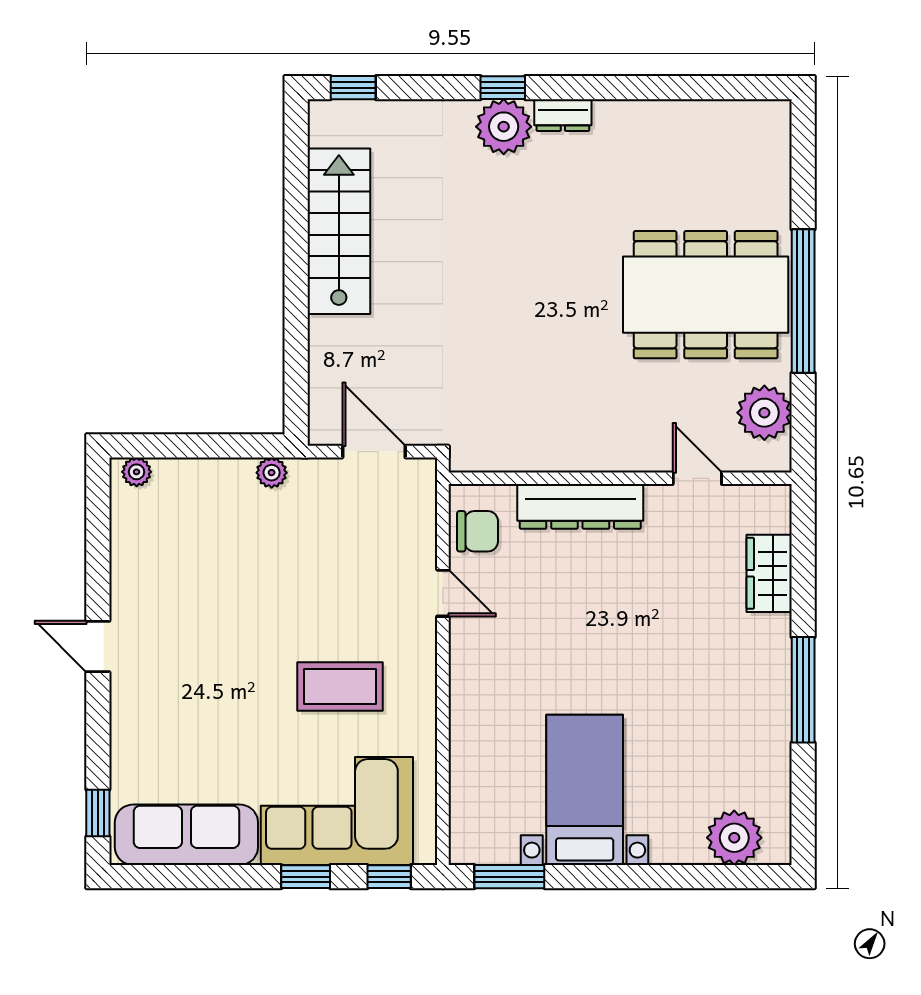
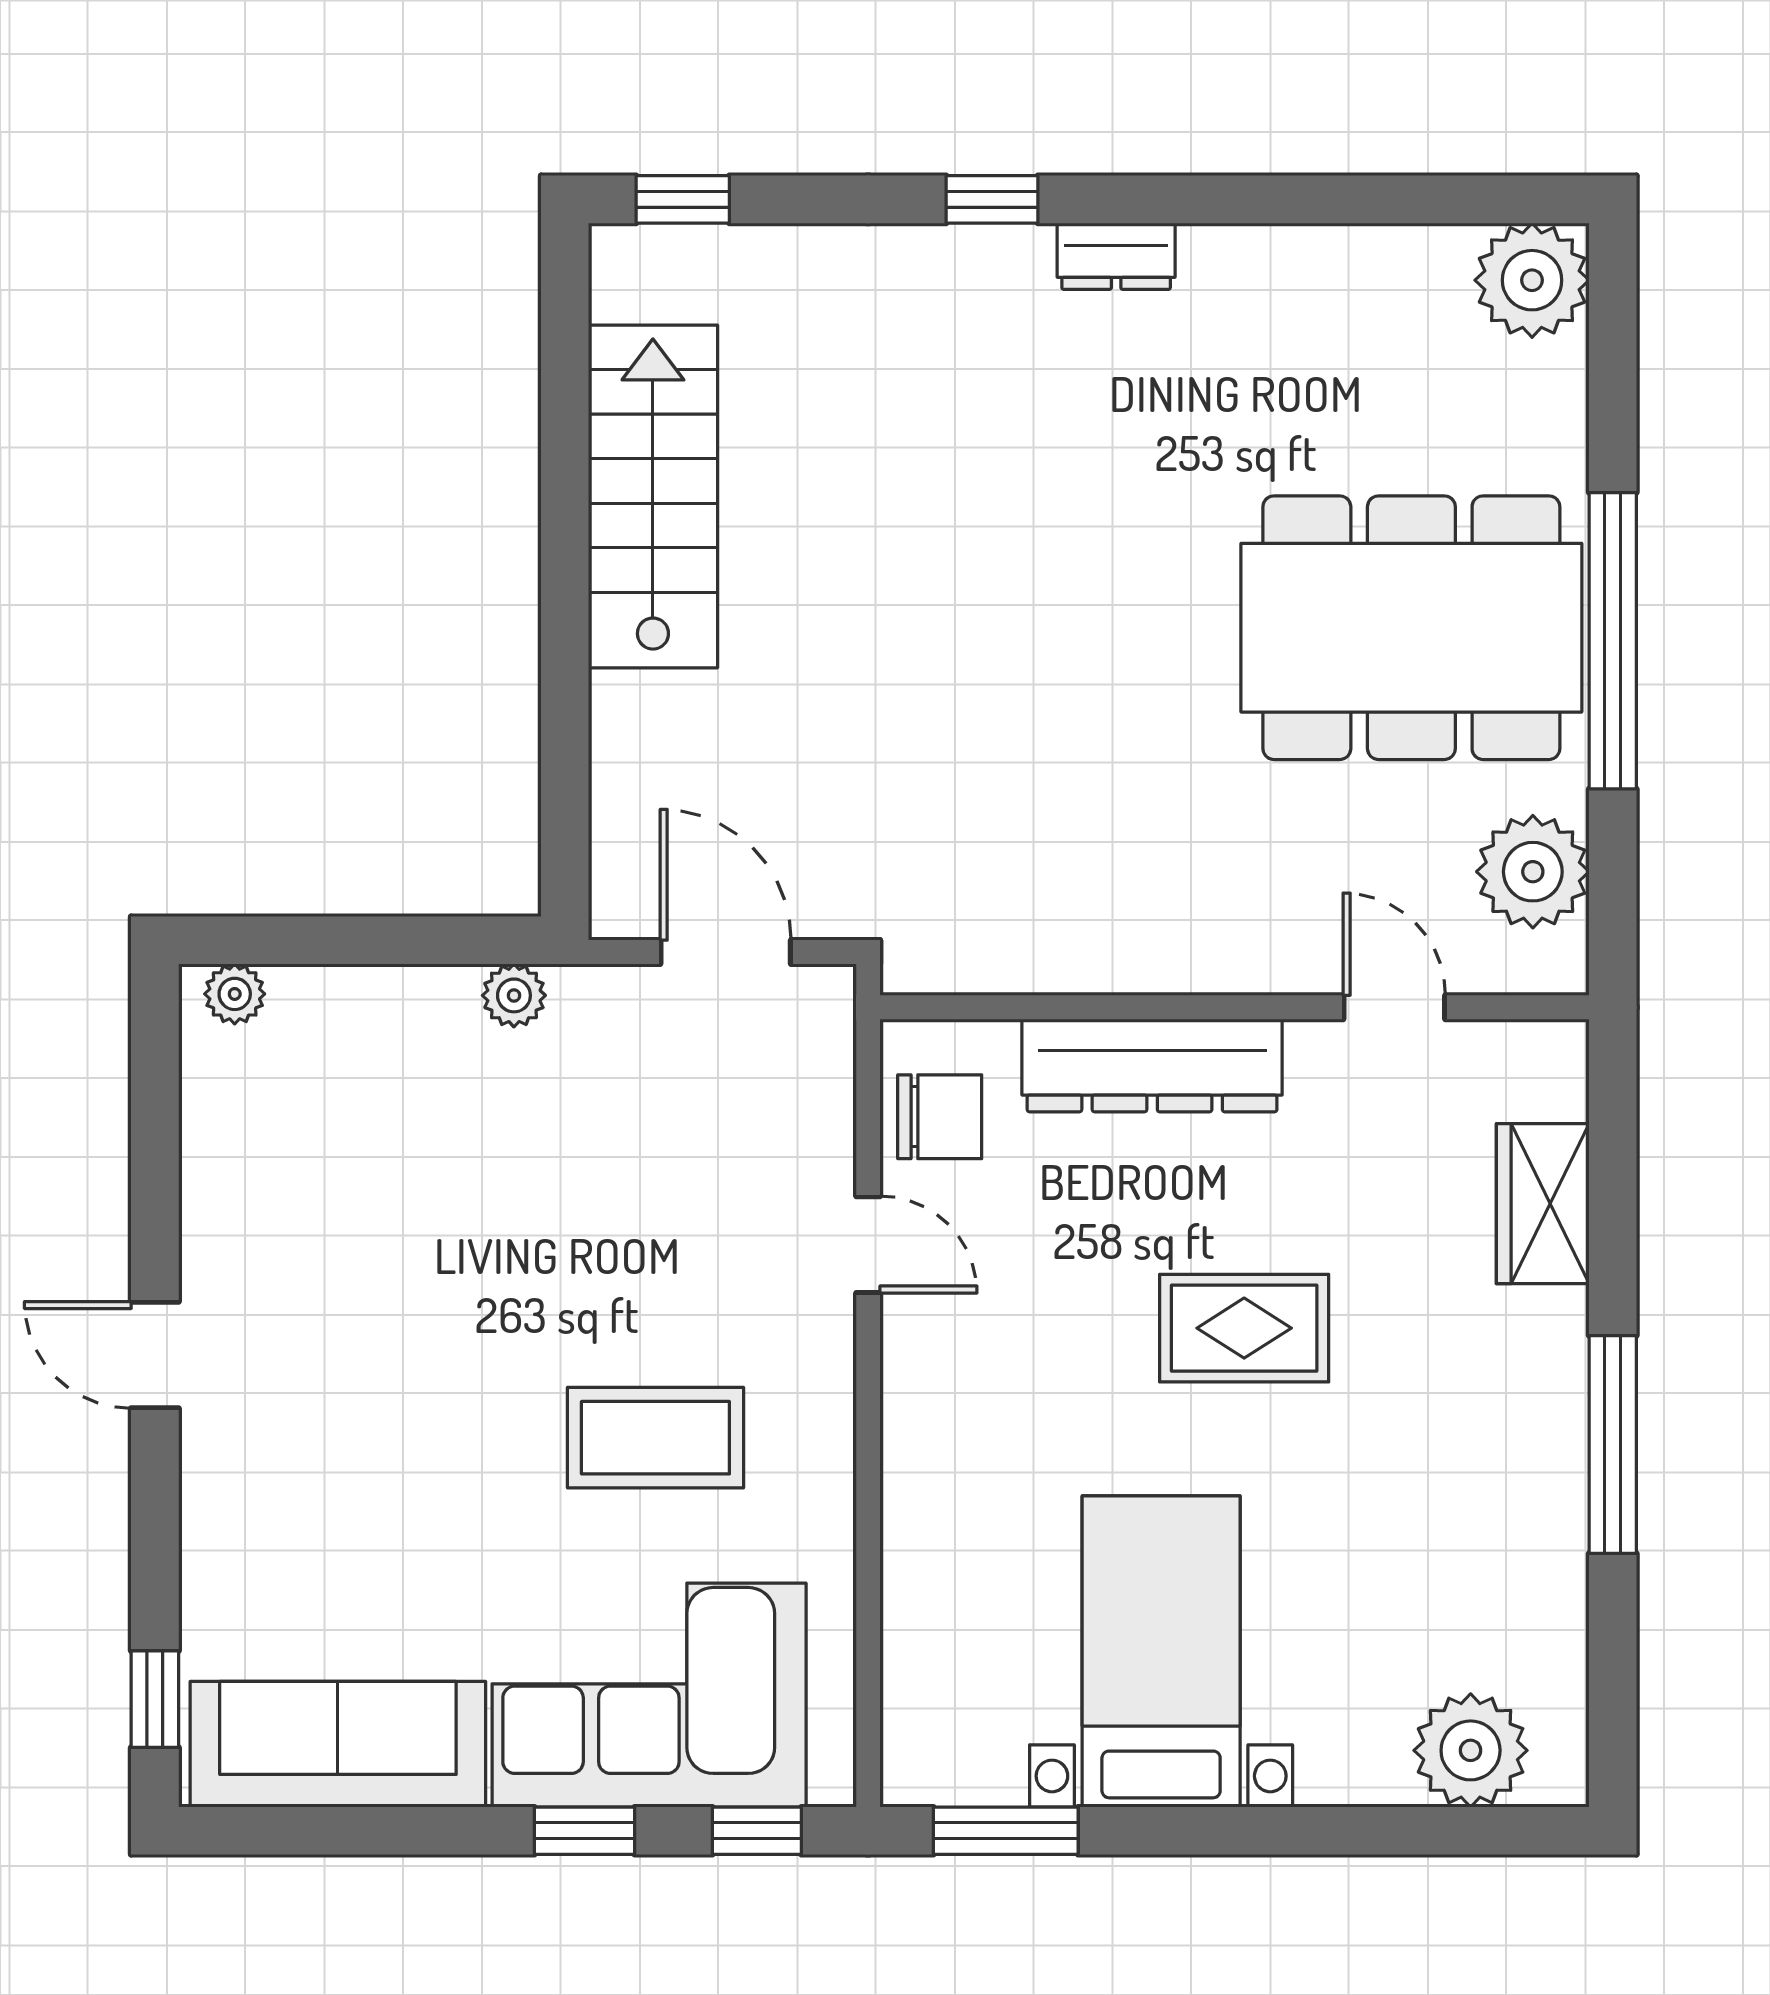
plant: (504, 127) -> (1532, 280), moved
rug: (625, 633) -> (1244, 1328), added

